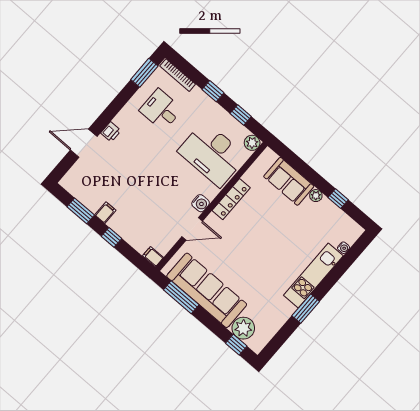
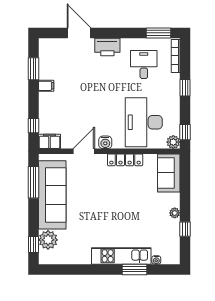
window: (241, 115) -> (185, 132), moved
printer: (111, 132) -> (107, 47), width x1.87, depth x1.48
sofa: (289, 181) -> (169, 173), moved
door: (192, 229) -> (84, 151), swing flipped
window: (111, 237) -> (33, 126), moved
filing cabinet: (153, 257) -> (50, 141), width x2.00
window: (306, 309) -> (134, 269), moved

